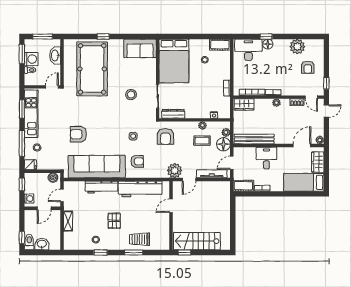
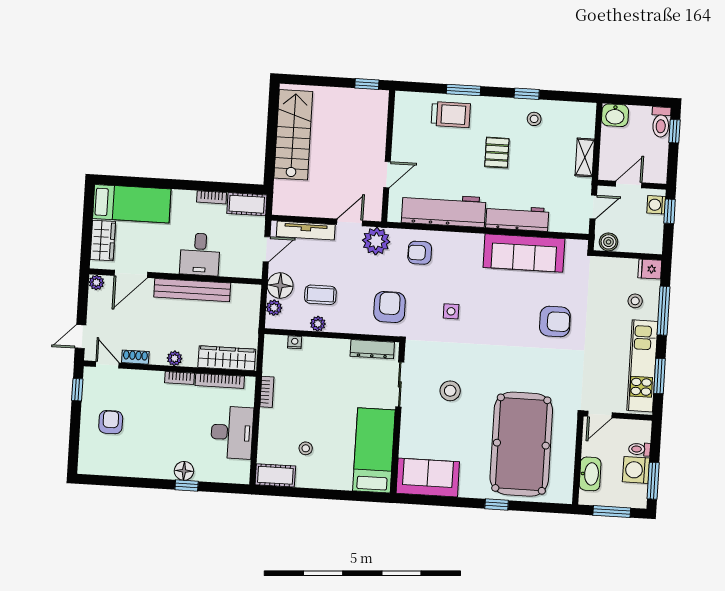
plant: (297, 47) -> (128, 463), removed
desk: (248, 50) -> (232, 433), moved, turned -90
bed: (174, 61) -> (374, 450), width x0.67
wardrobe: (244, 104) -> (227, 358), width x1.50
bench: (254, 139) -> (192, 290), moved
armchair: (137, 161) -> (420, 253), moved
sofa: (97, 167) -> (524, 253), width x0.74, depth x0.79
window: (22, 184) -> (670, 211), moved
stairs: (197, 241) -> (293, 135), moved, turned -90
washbasin: (42, 244) -> (615, 115), moved

